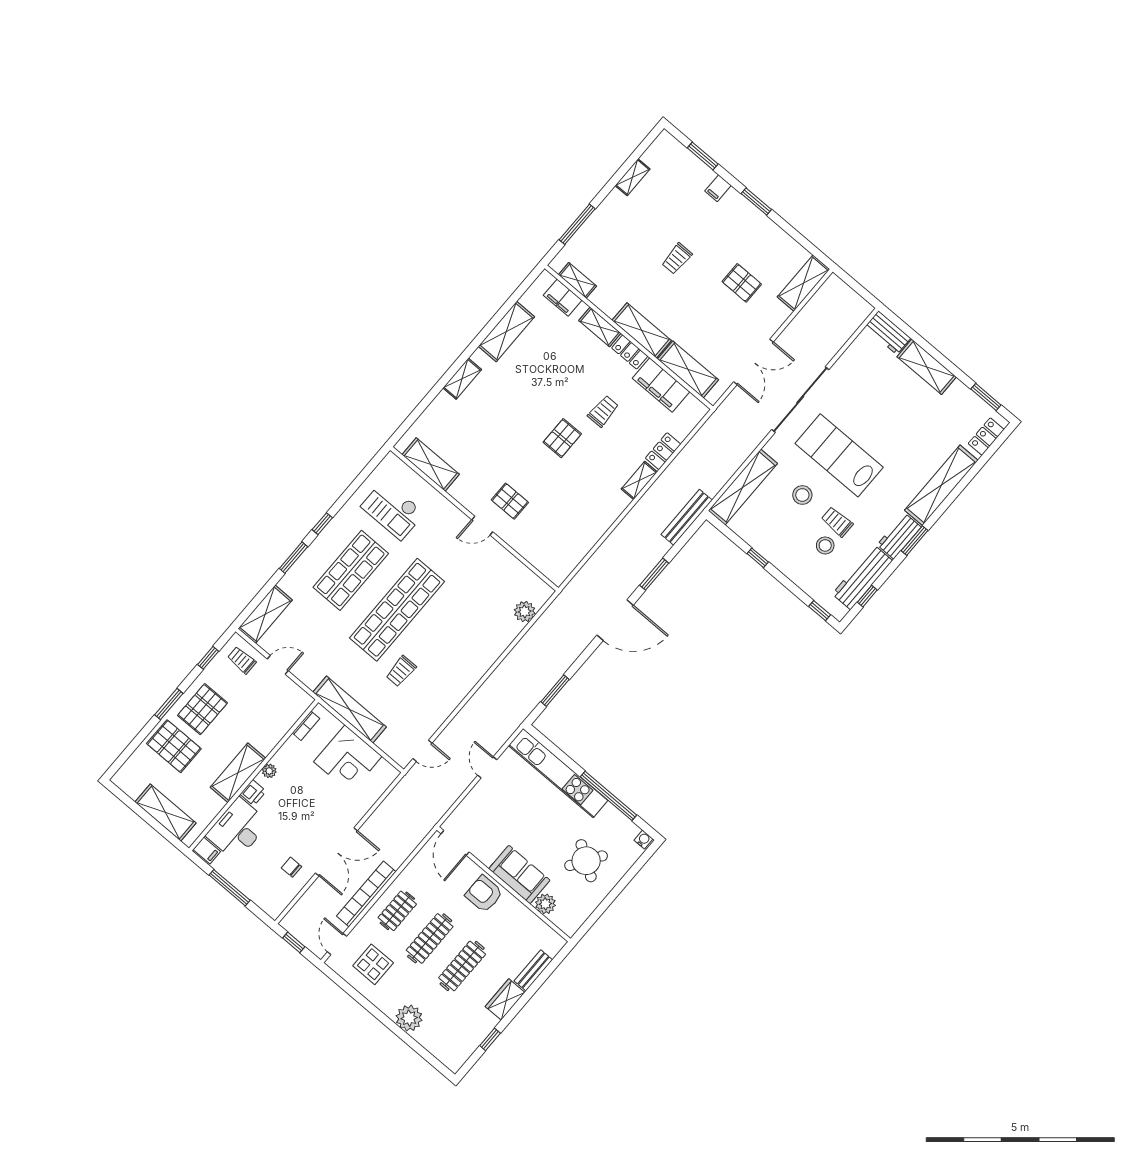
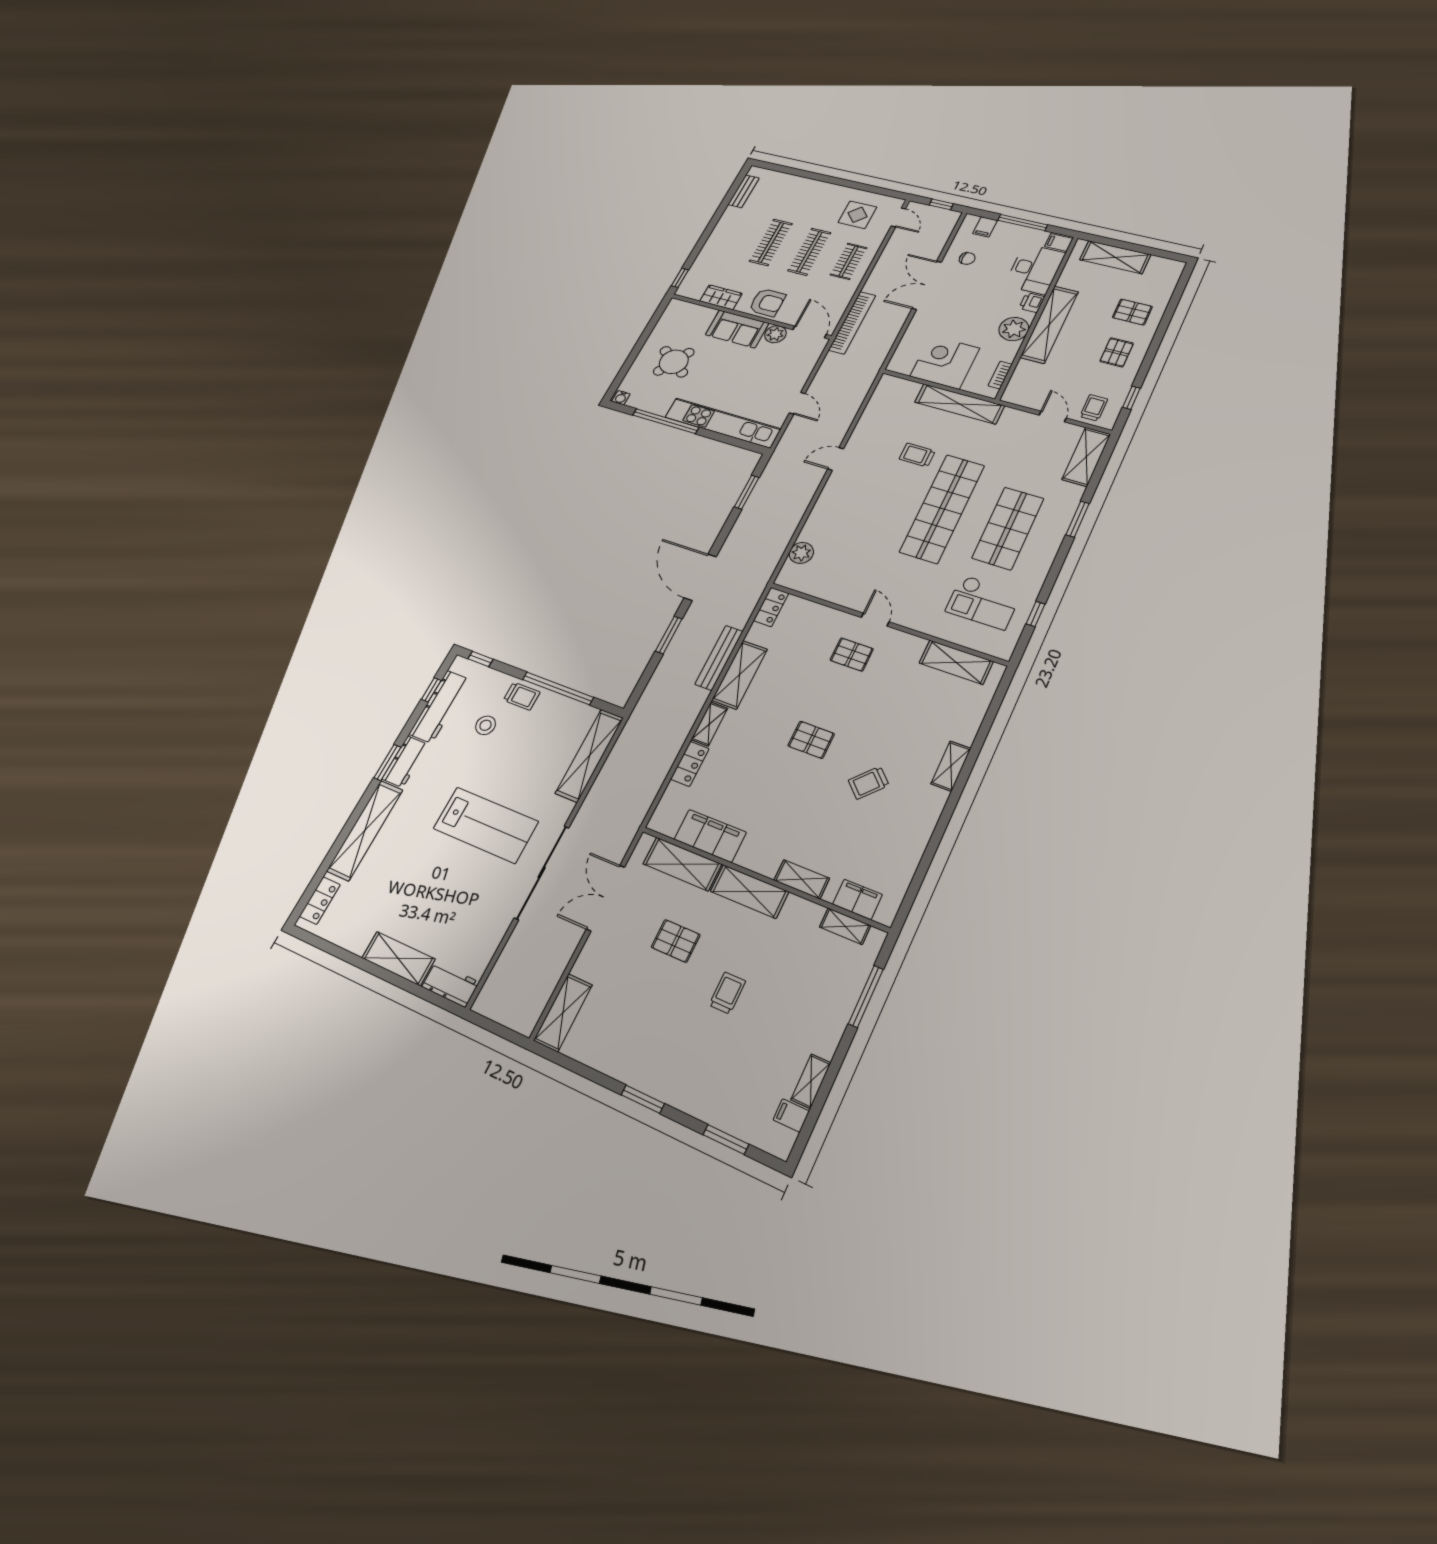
filing cabinet: (718, 188) -> (791, 1115), moved, turned -90
pallet: (742, 283) -> (676, 941), moved
shelving: (506, 332) -> (740, 675), moved
locker: (630, 352) -> (771, 607), moved, turned 90
window: (986, 397) -> (325, 945), removed
trolley: (603, 411) -> (869, 783), moved, turned 43
pallet: (562, 438) -> (811, 740), turned 90
stool: (802, 495) -> (520, 769), removed
checkout: (393, 510) -> (983, 602), turned 180
bench: (687, 517) -> (719, 658), moved
trolley: (837, 522) -> (522, 696), moved
window: (322, 524) -> (1036, 614), moved
door: (482, 526) -> (875, 620), hinge flipped
window: (758, 558) -> (558, 688), width x3.17
door: (615, 620) -> (700, 577), hinge flipped
trolley: (242, 660) -> (1094, 408), turned -90
door: (278, 665) -> (1053, 417), swing flipped
trolley: (401, 671) -> (917, 455), turned -90
window: (169, 704) -> (1155, 345), removed
pallet: (203, 709) -> (1117, 352), width x0.67, depth x0.71
pallet: (174, 746) -> (1132, 312), width x0.67, depth x0.71
door: (422, 751) -> (836, 459), moved
plant: (269, 771) -> (1014, 329), width x1.88, depth x1.88
shelving: (238, 773) -> (1049, 324), width x1.47
bookcase: (366, 894) -> (852, 323), moved
filing cabinet: (264, 897) -> (985, 227), added
plant: (545, 904) -> (775, 334), moved
bench: (533, 970) -> (744, 191), moved
wardrobe: (505, 1000) -> (721, 297), moved, turned -90
plant: (409, 1018) -> (809, 189), removed
window: (490, 1039) -> (680, 278), moved

